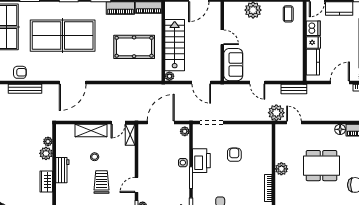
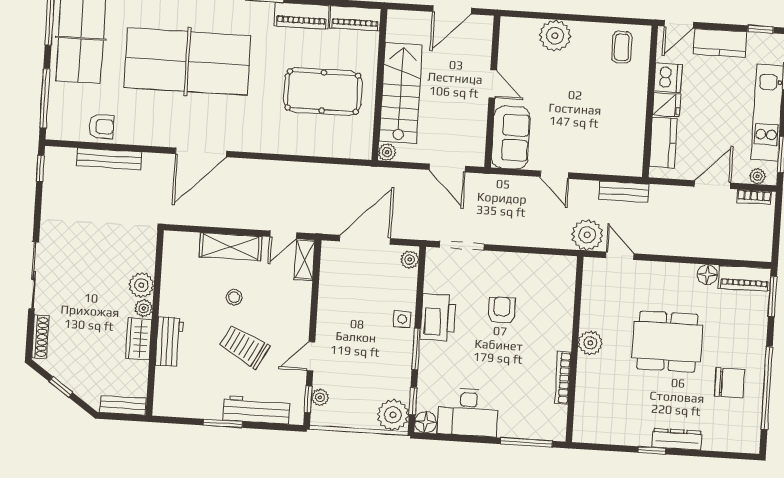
plant: (48, 141) -> (144, 308), moved
workbench: (62, 170) -> (169, 342), moved
trolley: (102, 182) -> (244, 346), turned -62

